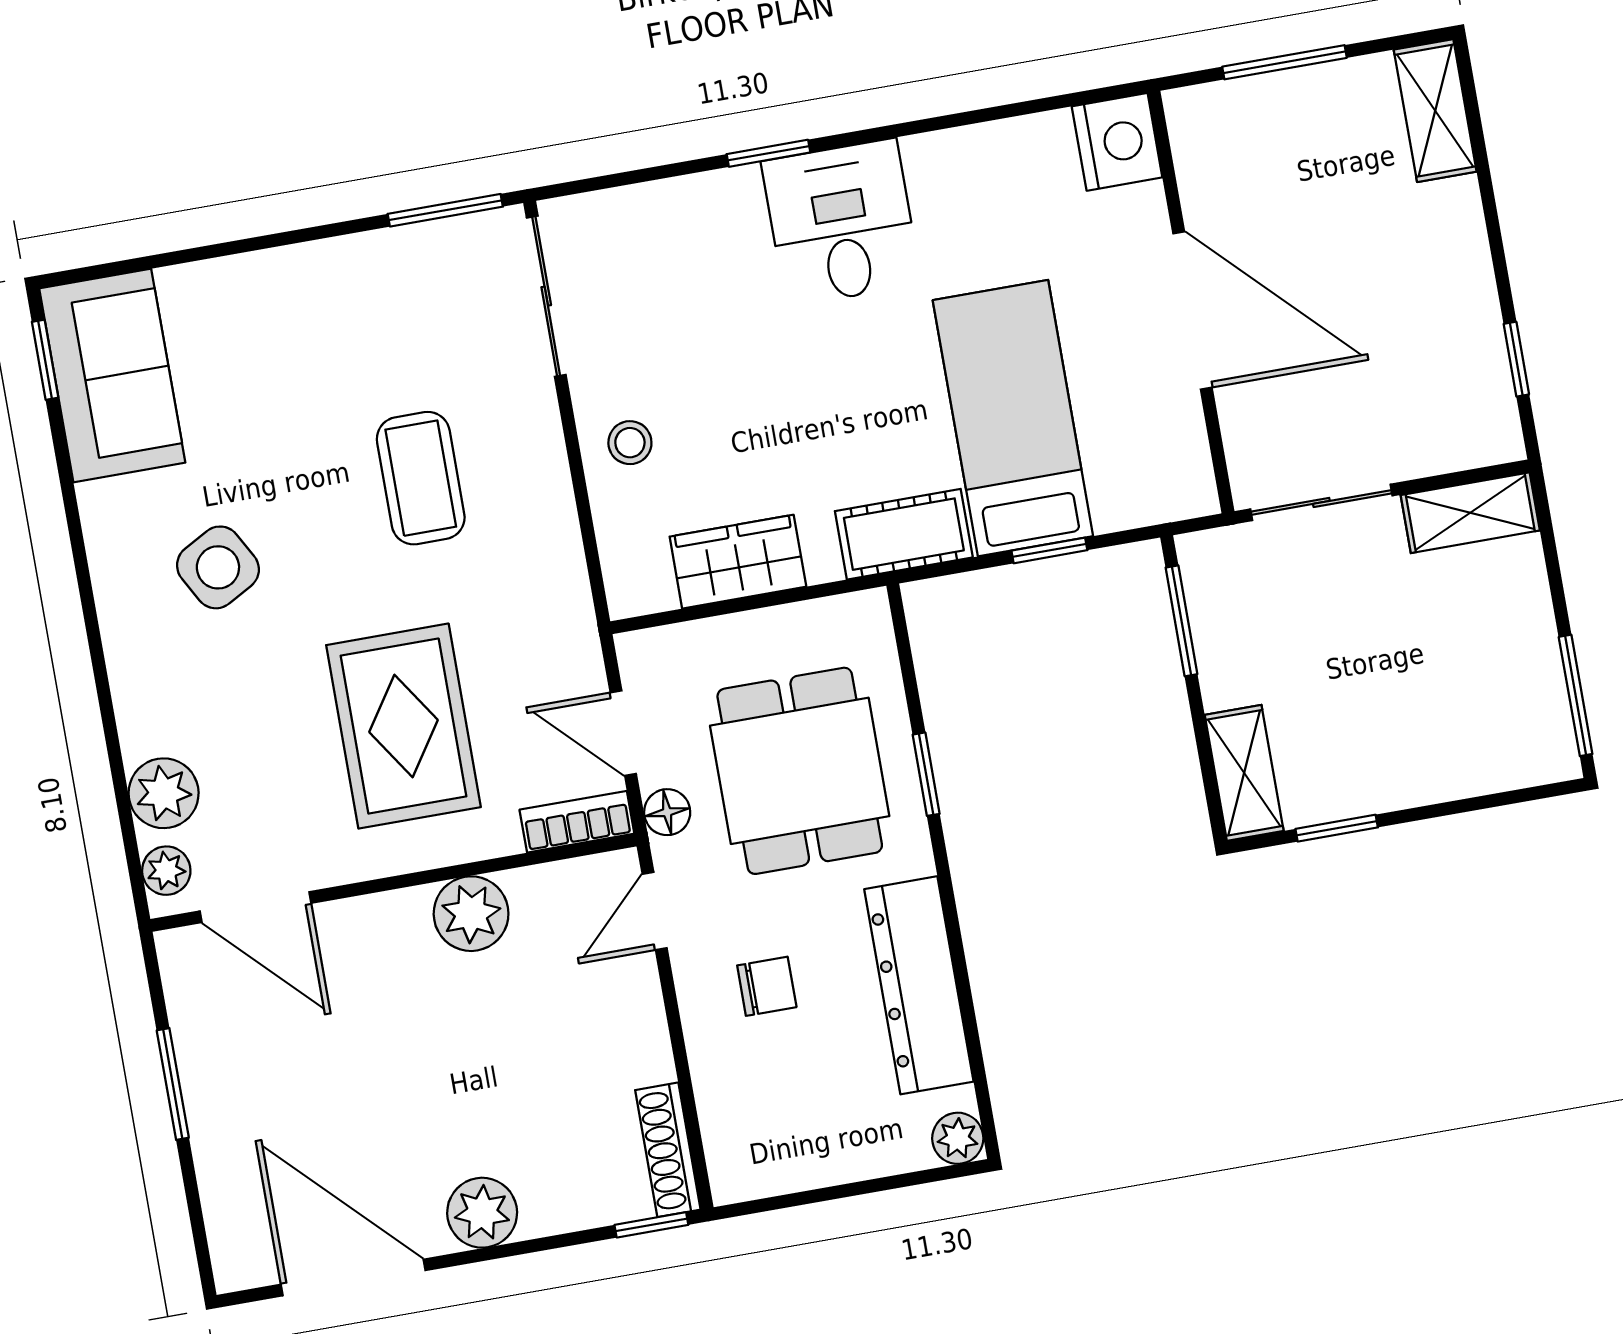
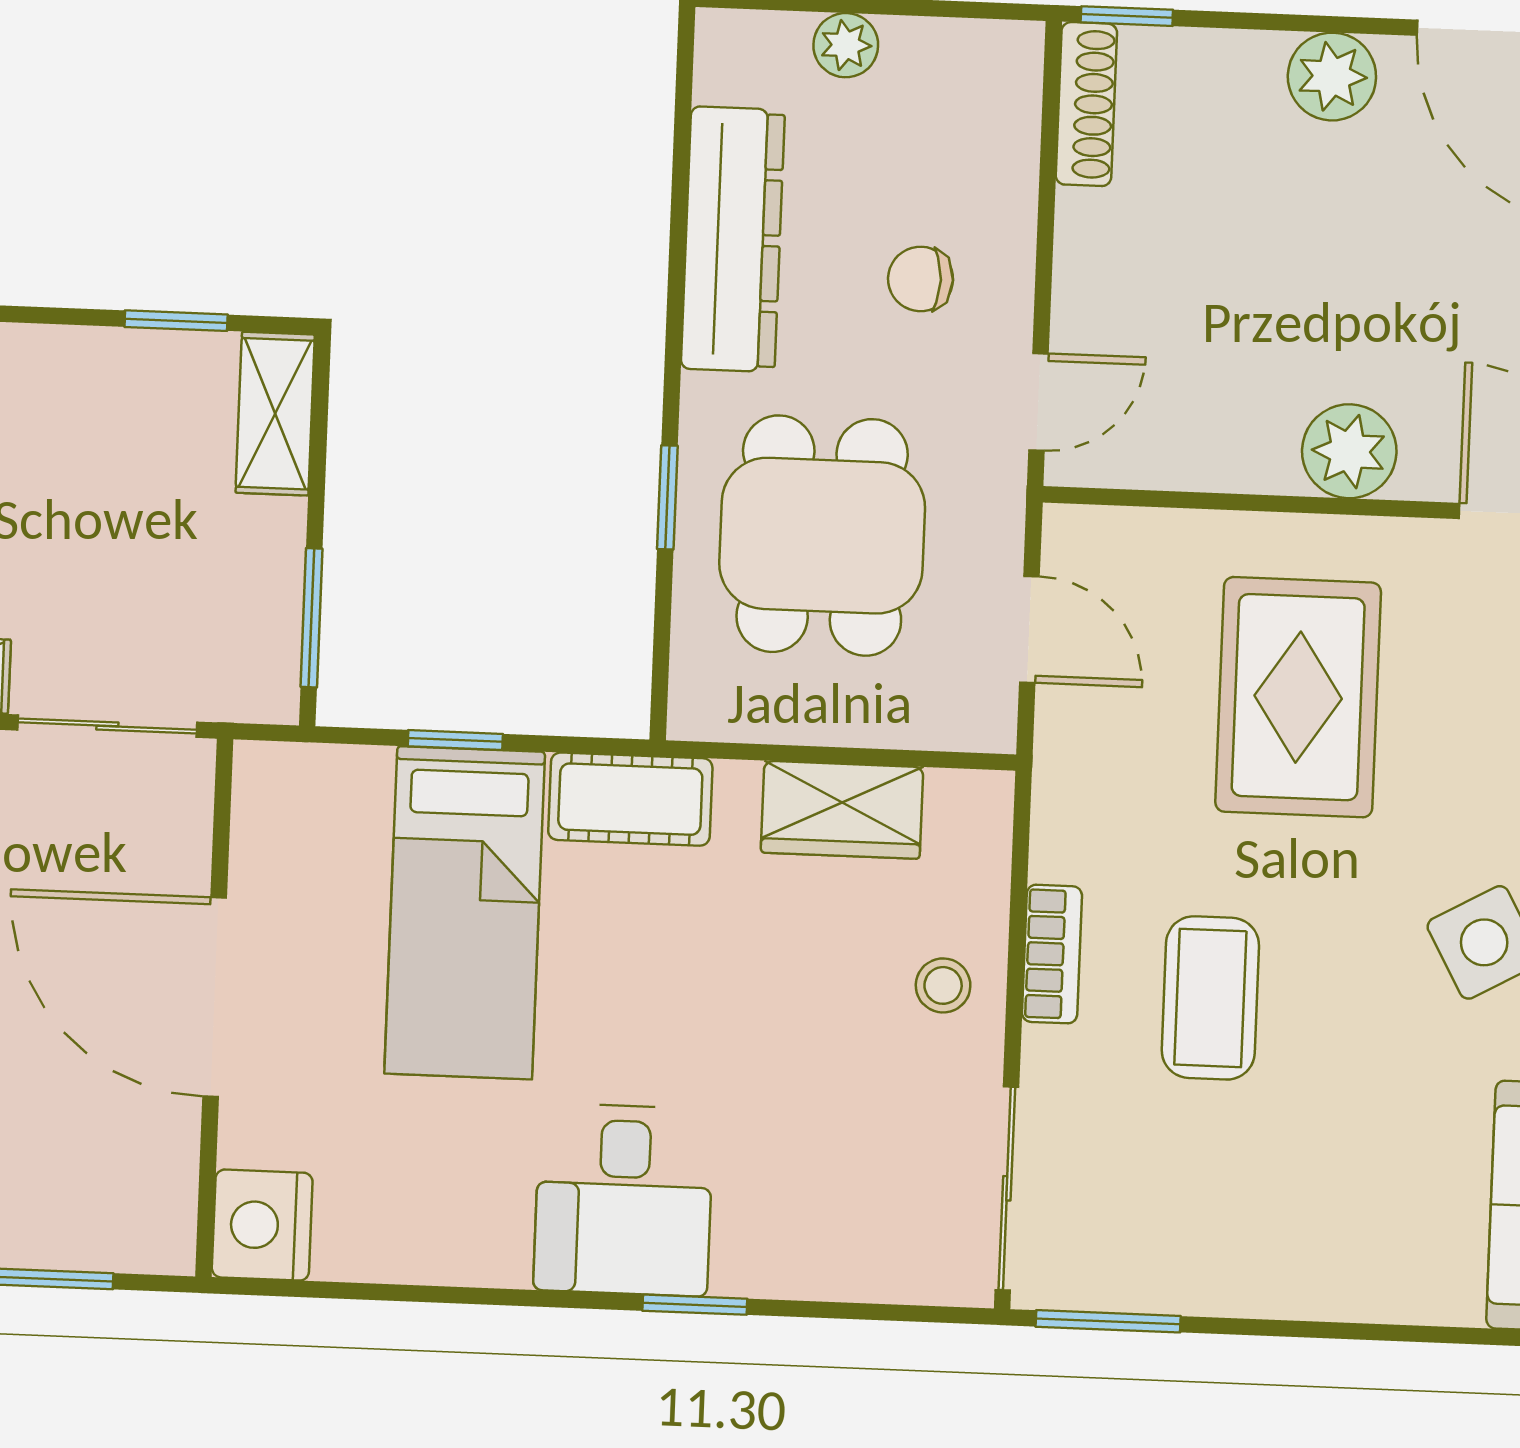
floor lamp: (667, 812) -> (996, 520), removed
bookcase: (577, 822) -> (1052, 954), moved, turned -90
plant: (471, 914) -> (1349, 451), moved
plant: (958, 1138) -> (846, 45), moved

